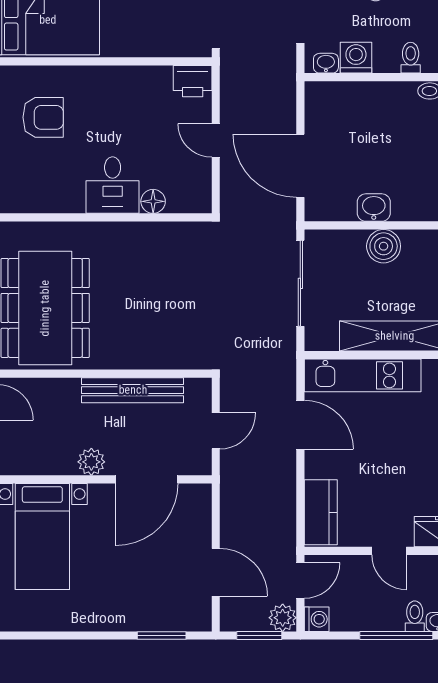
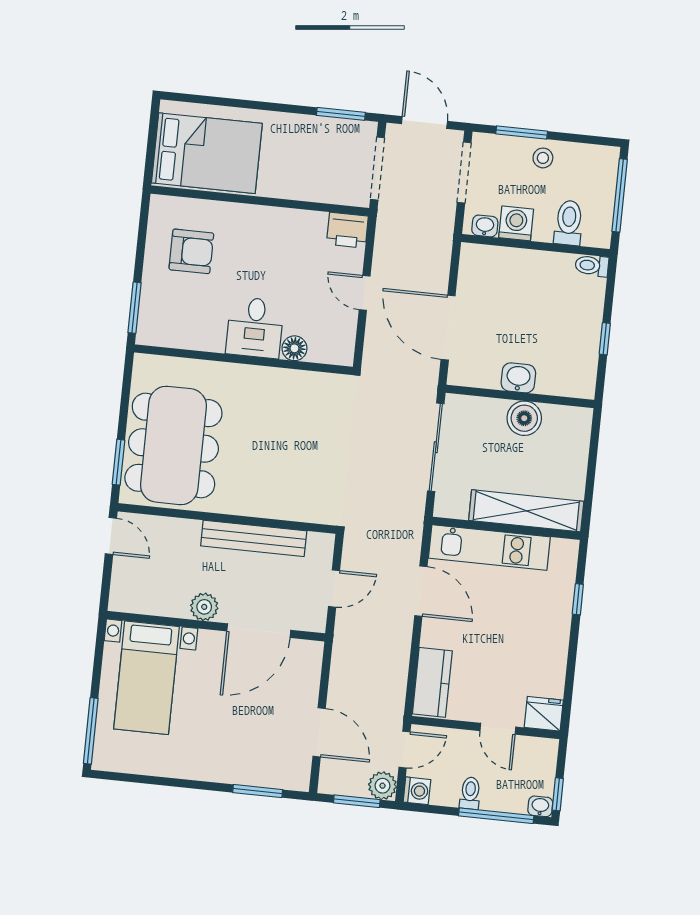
toilet: (411, 58) -> (569, 223), width x1.37, depth x1.39
toilet: (415, 616) -> (470, 793), moved

